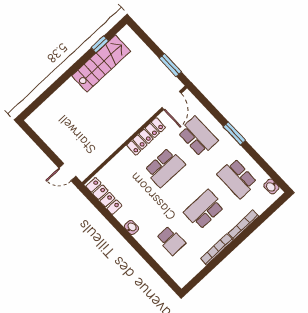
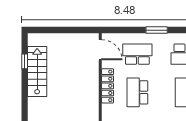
window: (170, 65) -> (78, 30), removed
school desk: (165, 167) -> (137, 92), turned 180

